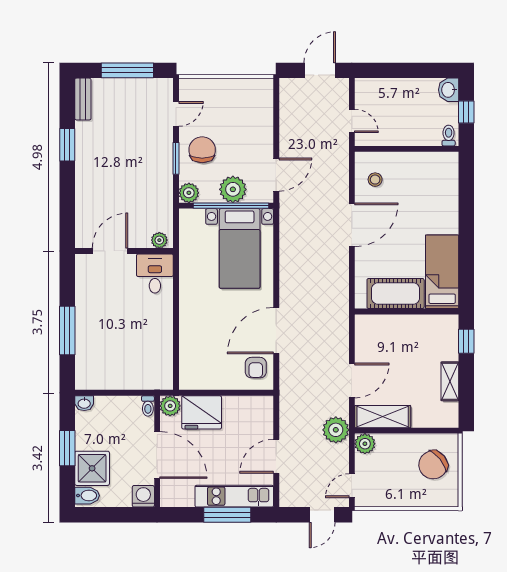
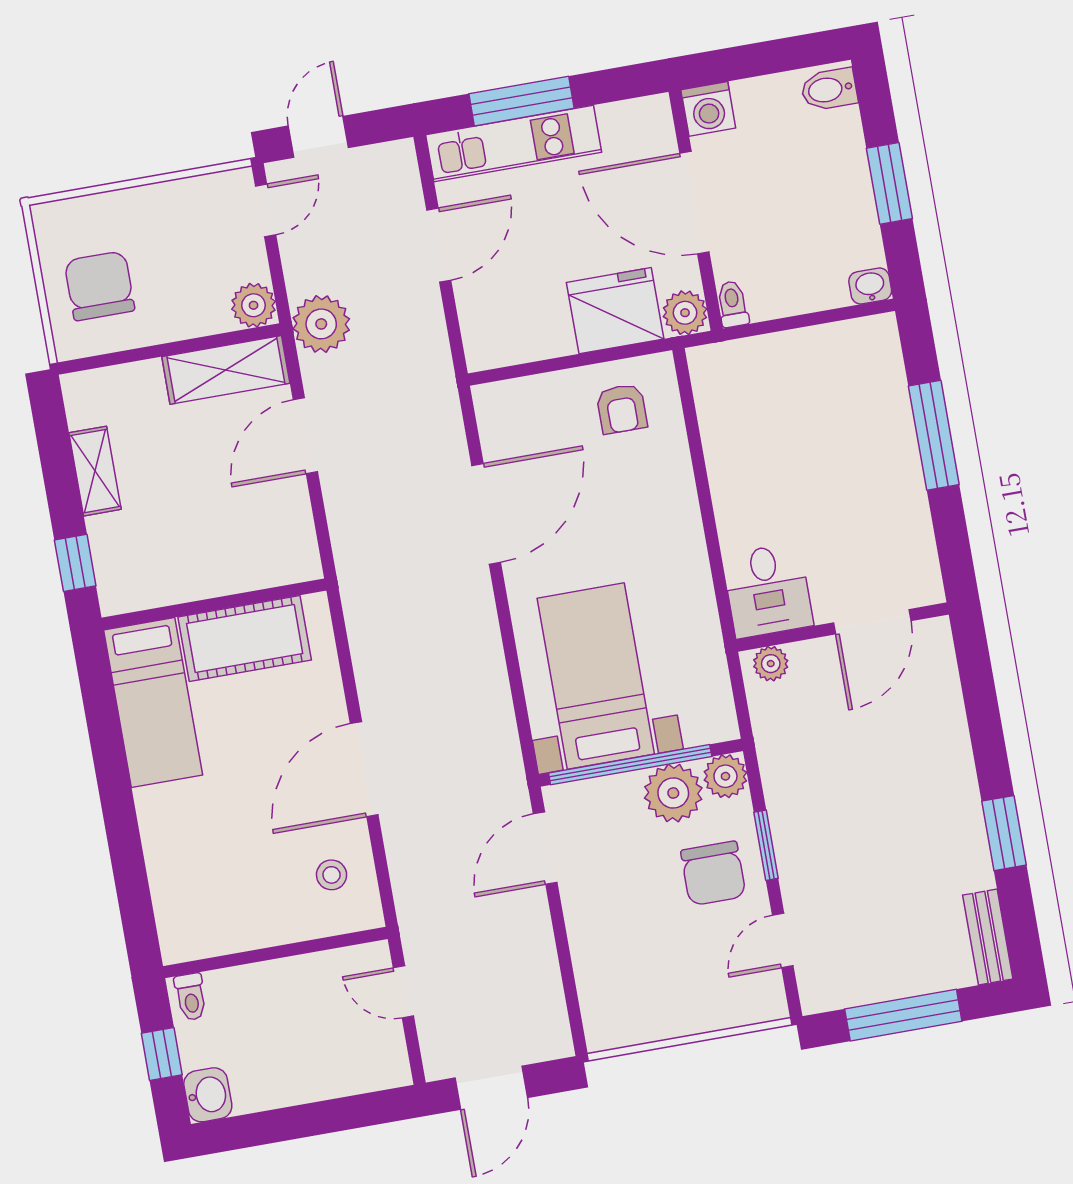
plant: (233, 189) -> (673, 793), moved
armchair: (256, 368) -> (622, 409), moved, turned 180
chair: (433, 465) -> (99, 286), turned -51
shower: (92, 468) -> (829, 150), removed

